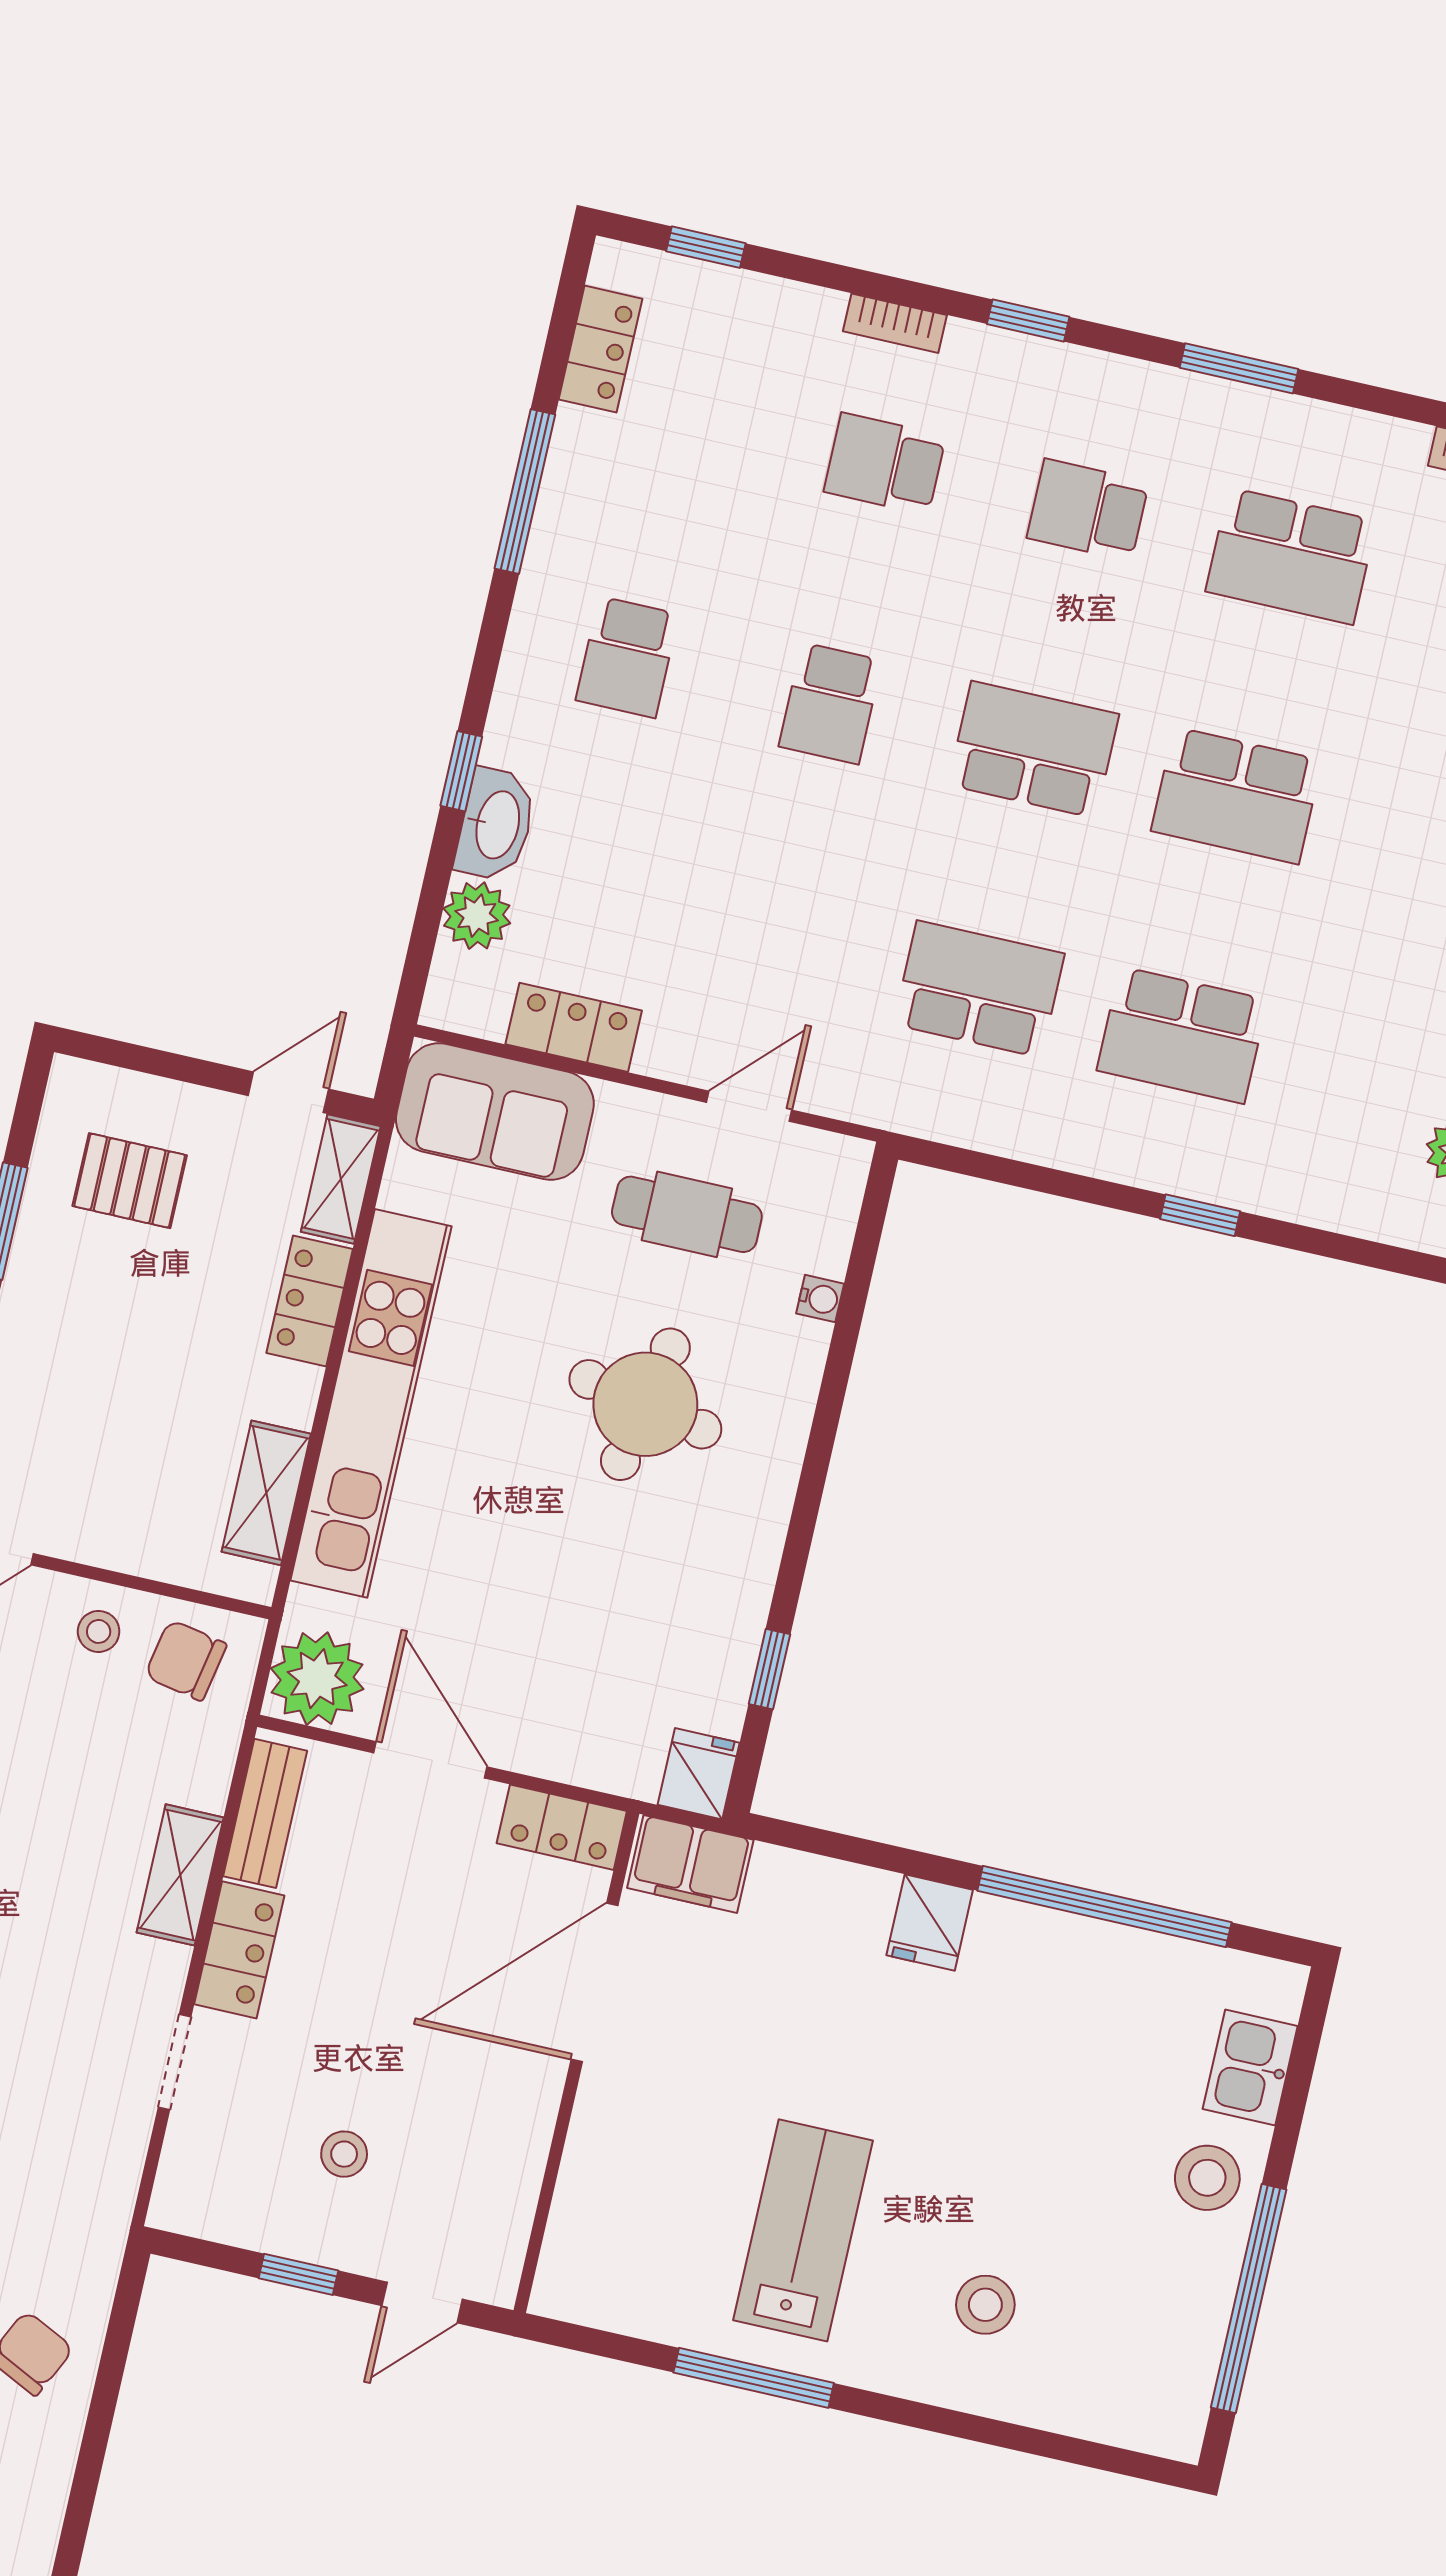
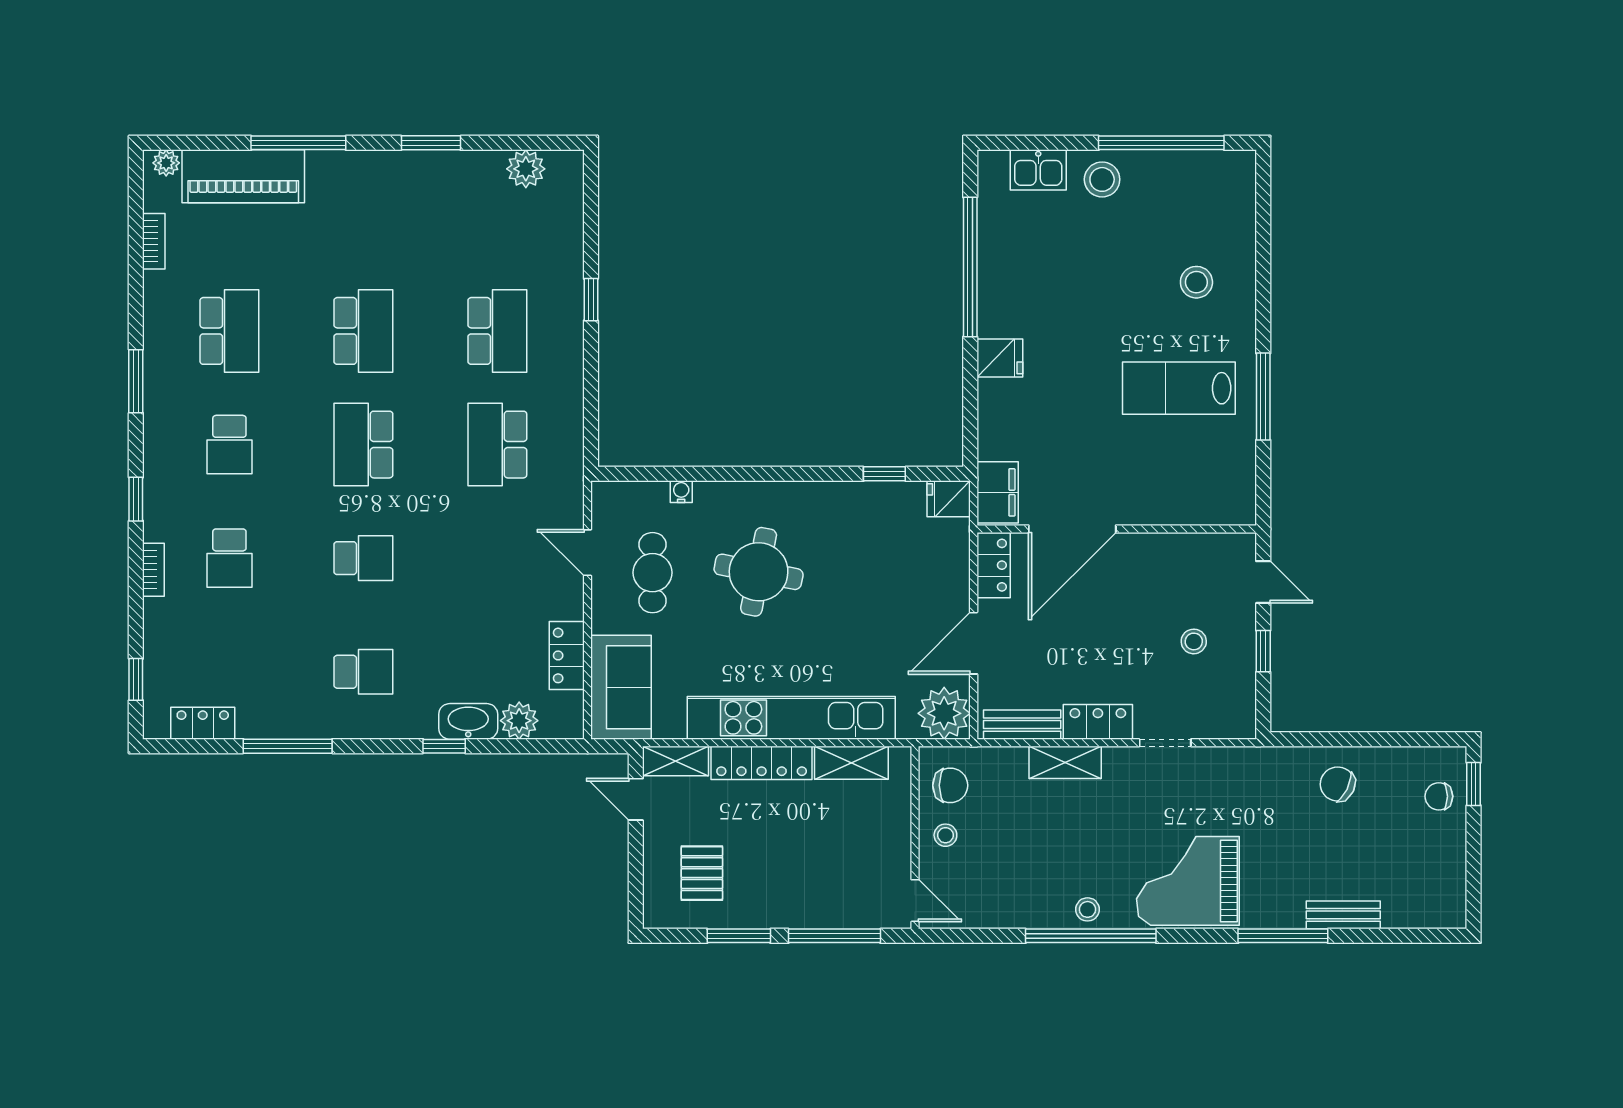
locker: (310, 1301) -> (762, 763), width x1.53
chair: (186, 1660) -> (950, 785), turned -101
door: (594, 1983) -> (1072, 529), hinge flipped

